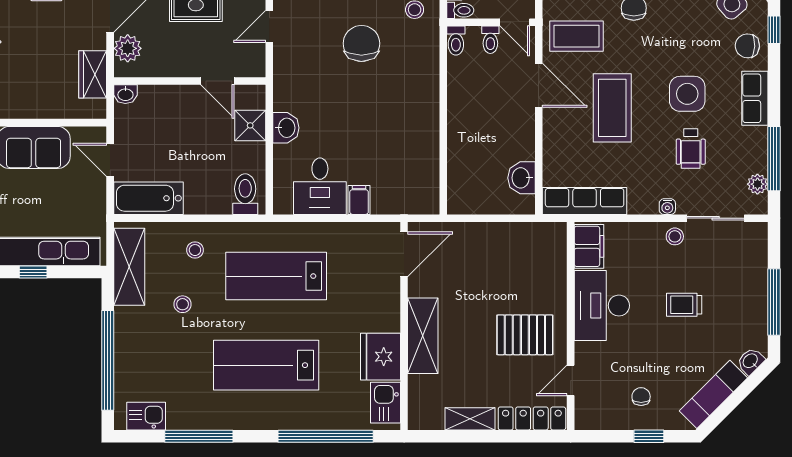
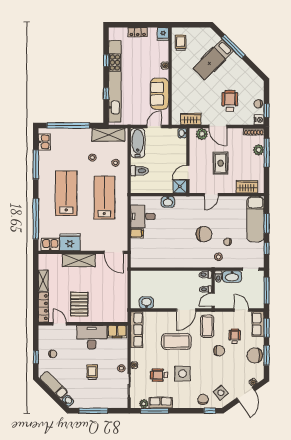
door: (269, 26) -> (211, 195), swing flipped
row of seats: (755, 98) -> (161, 403), moved
shower: (250, 125) -> (180, 186), moved
toilet: (245, 194) -> (139, 171), moved

